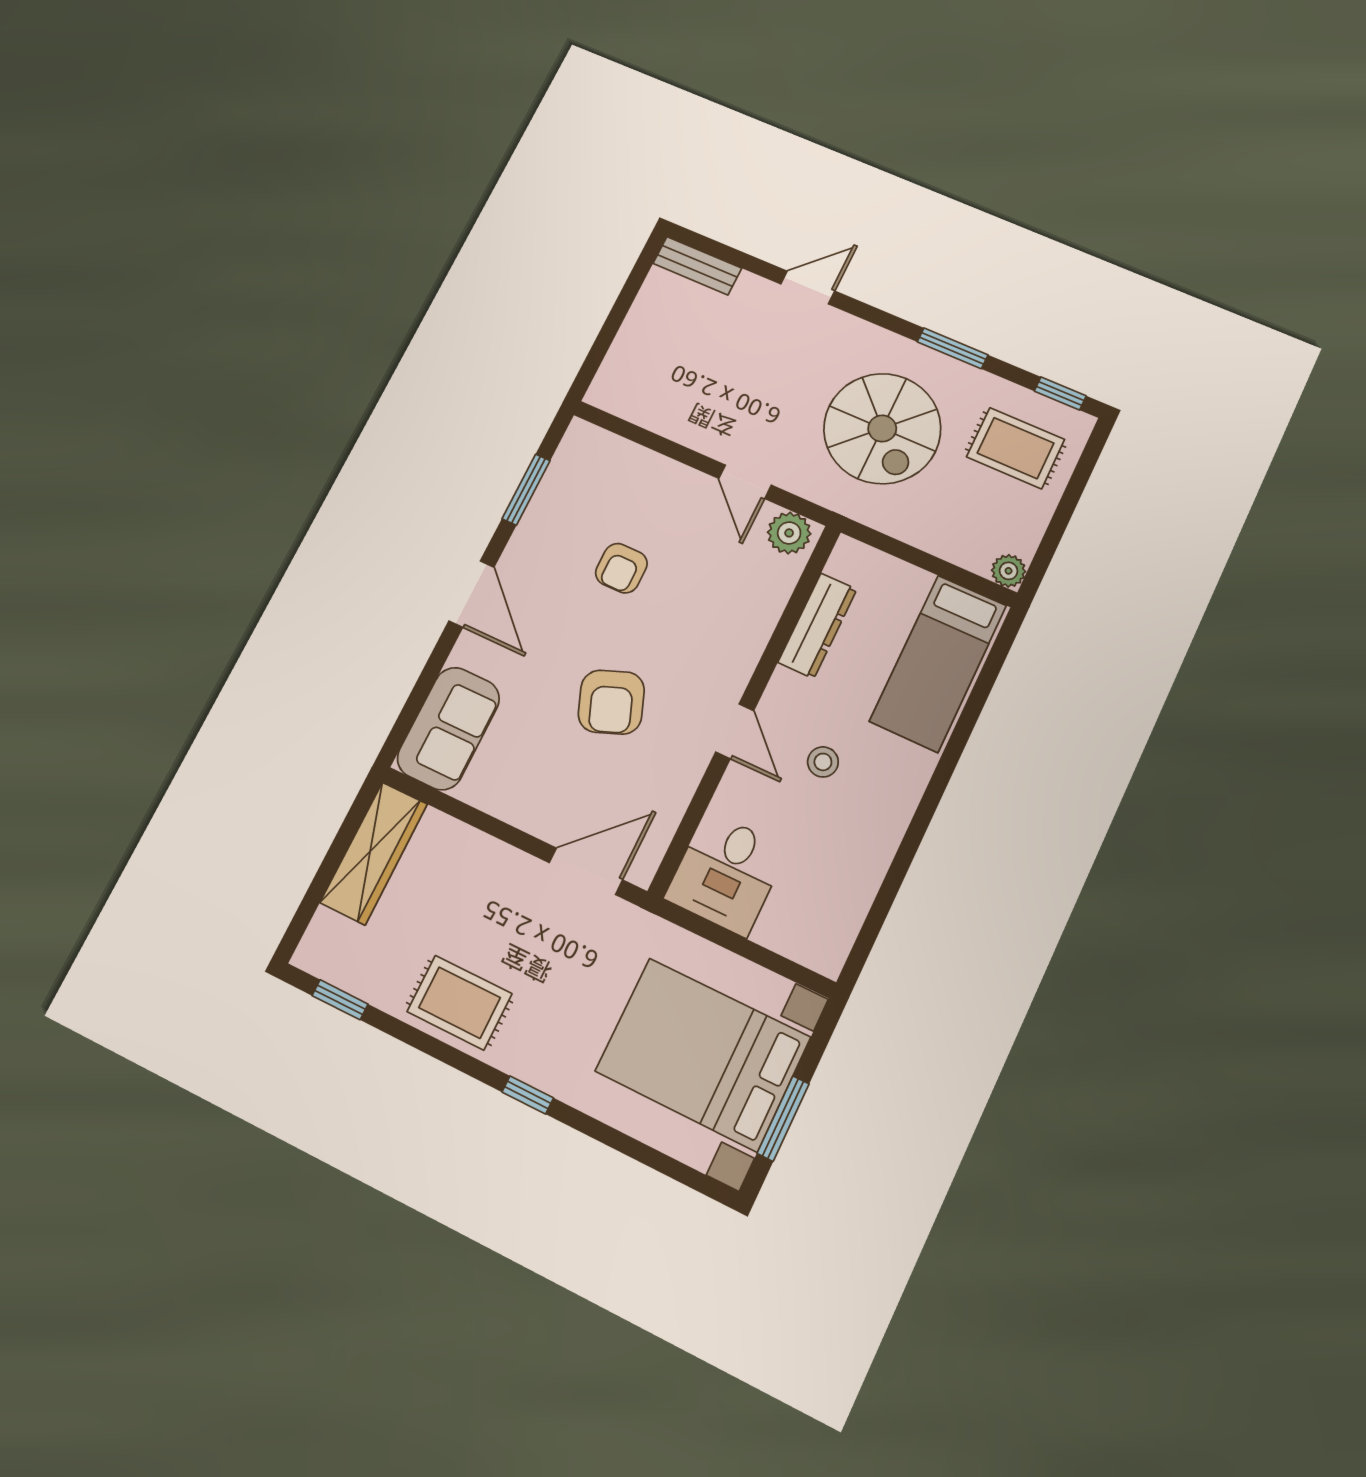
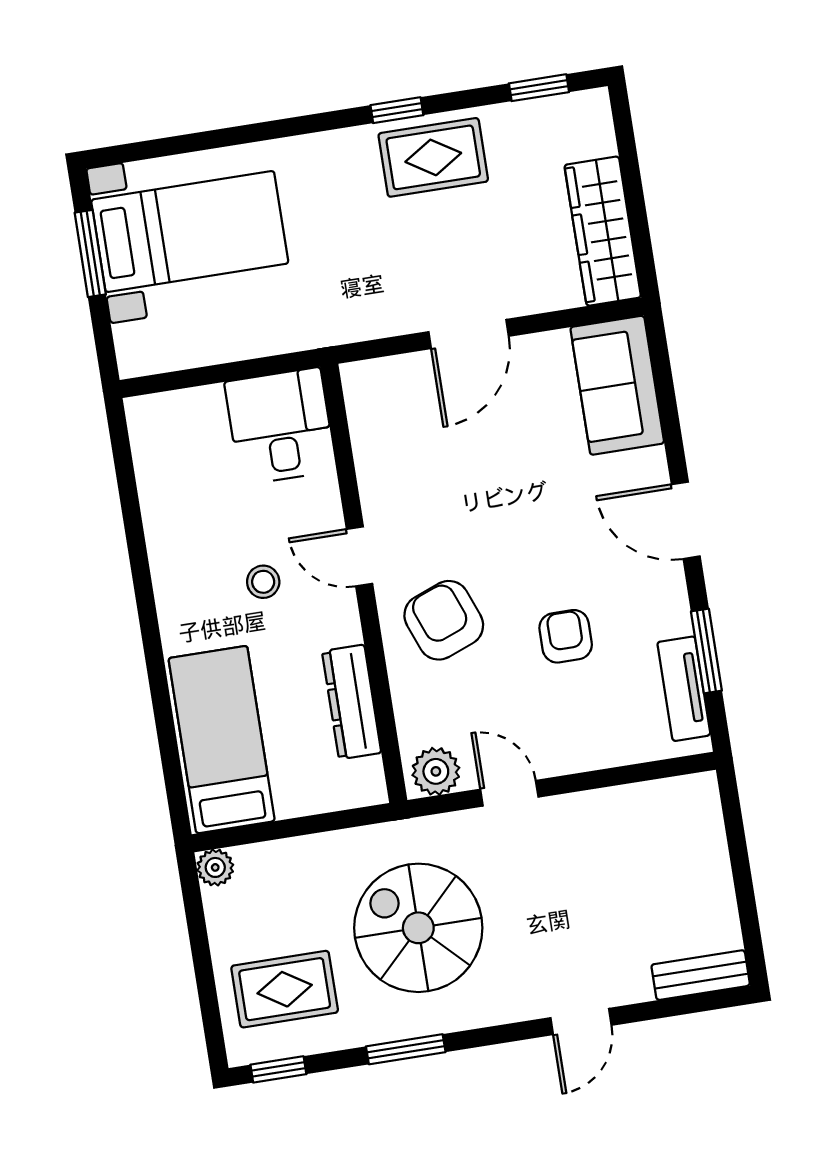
tv unit: (562, 473) -> (684, 689), added
armchair: (611, 702) -> (444, 620), moved
door: (586, 871) -> (469, 334), moved
bed with nightstands: (703, 1054) -> (190, 231), width x0.73
window: (528, 1095) -> (397, 110), moved

